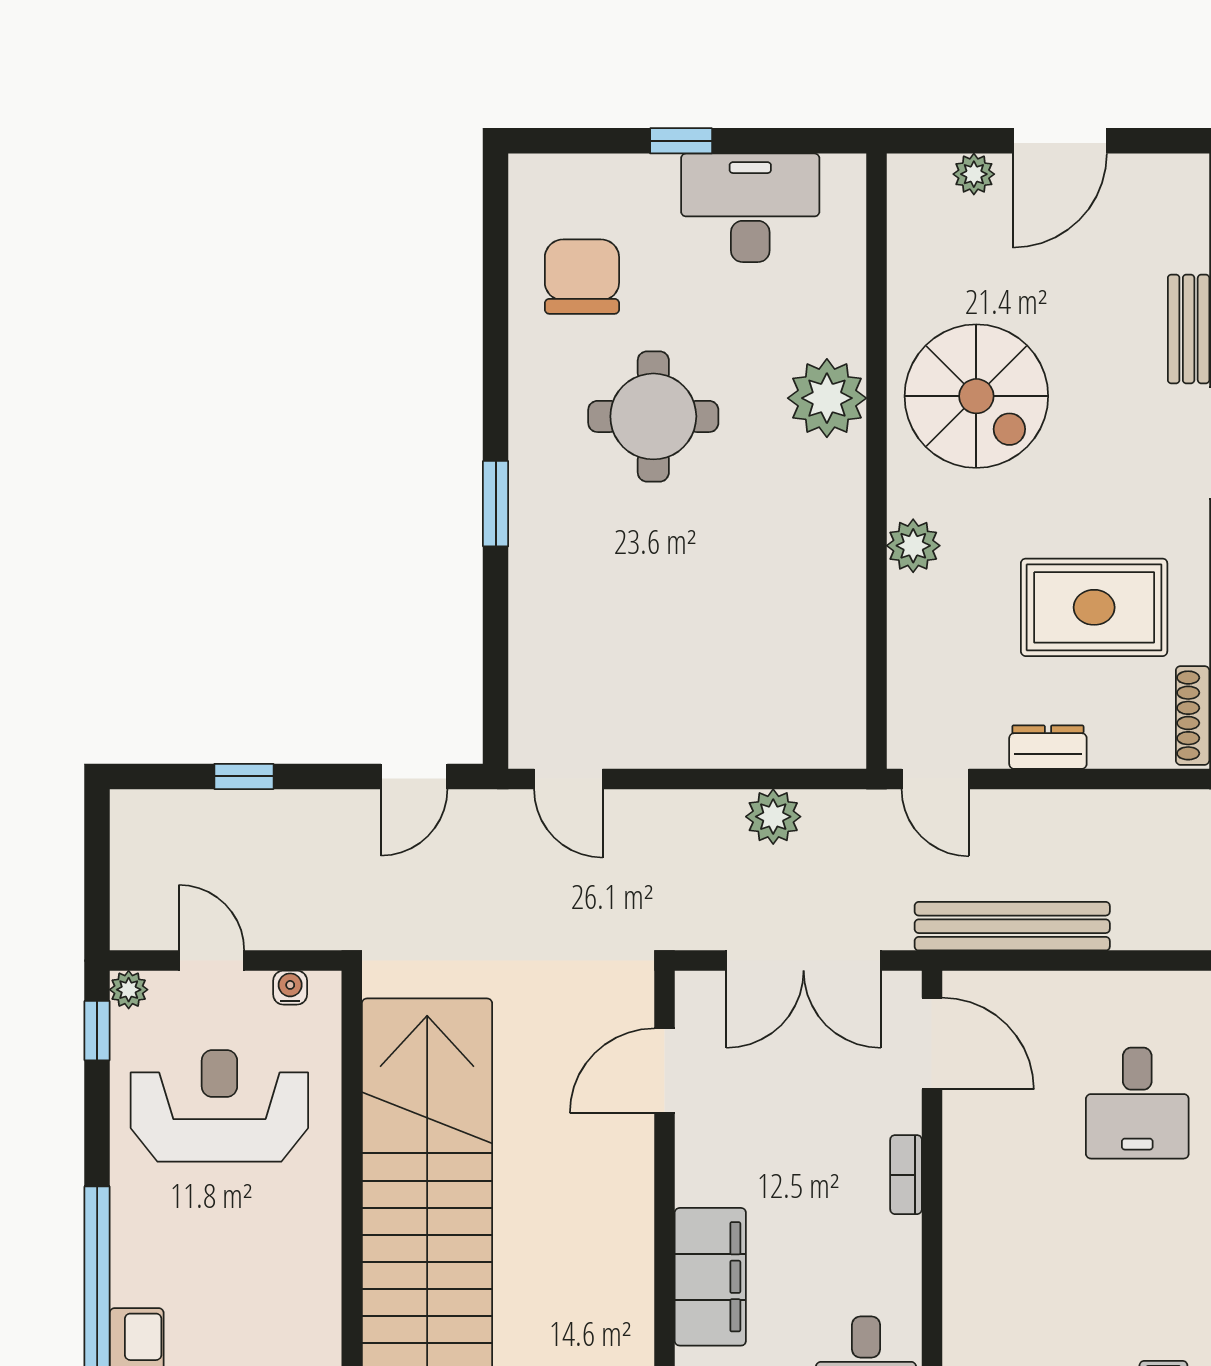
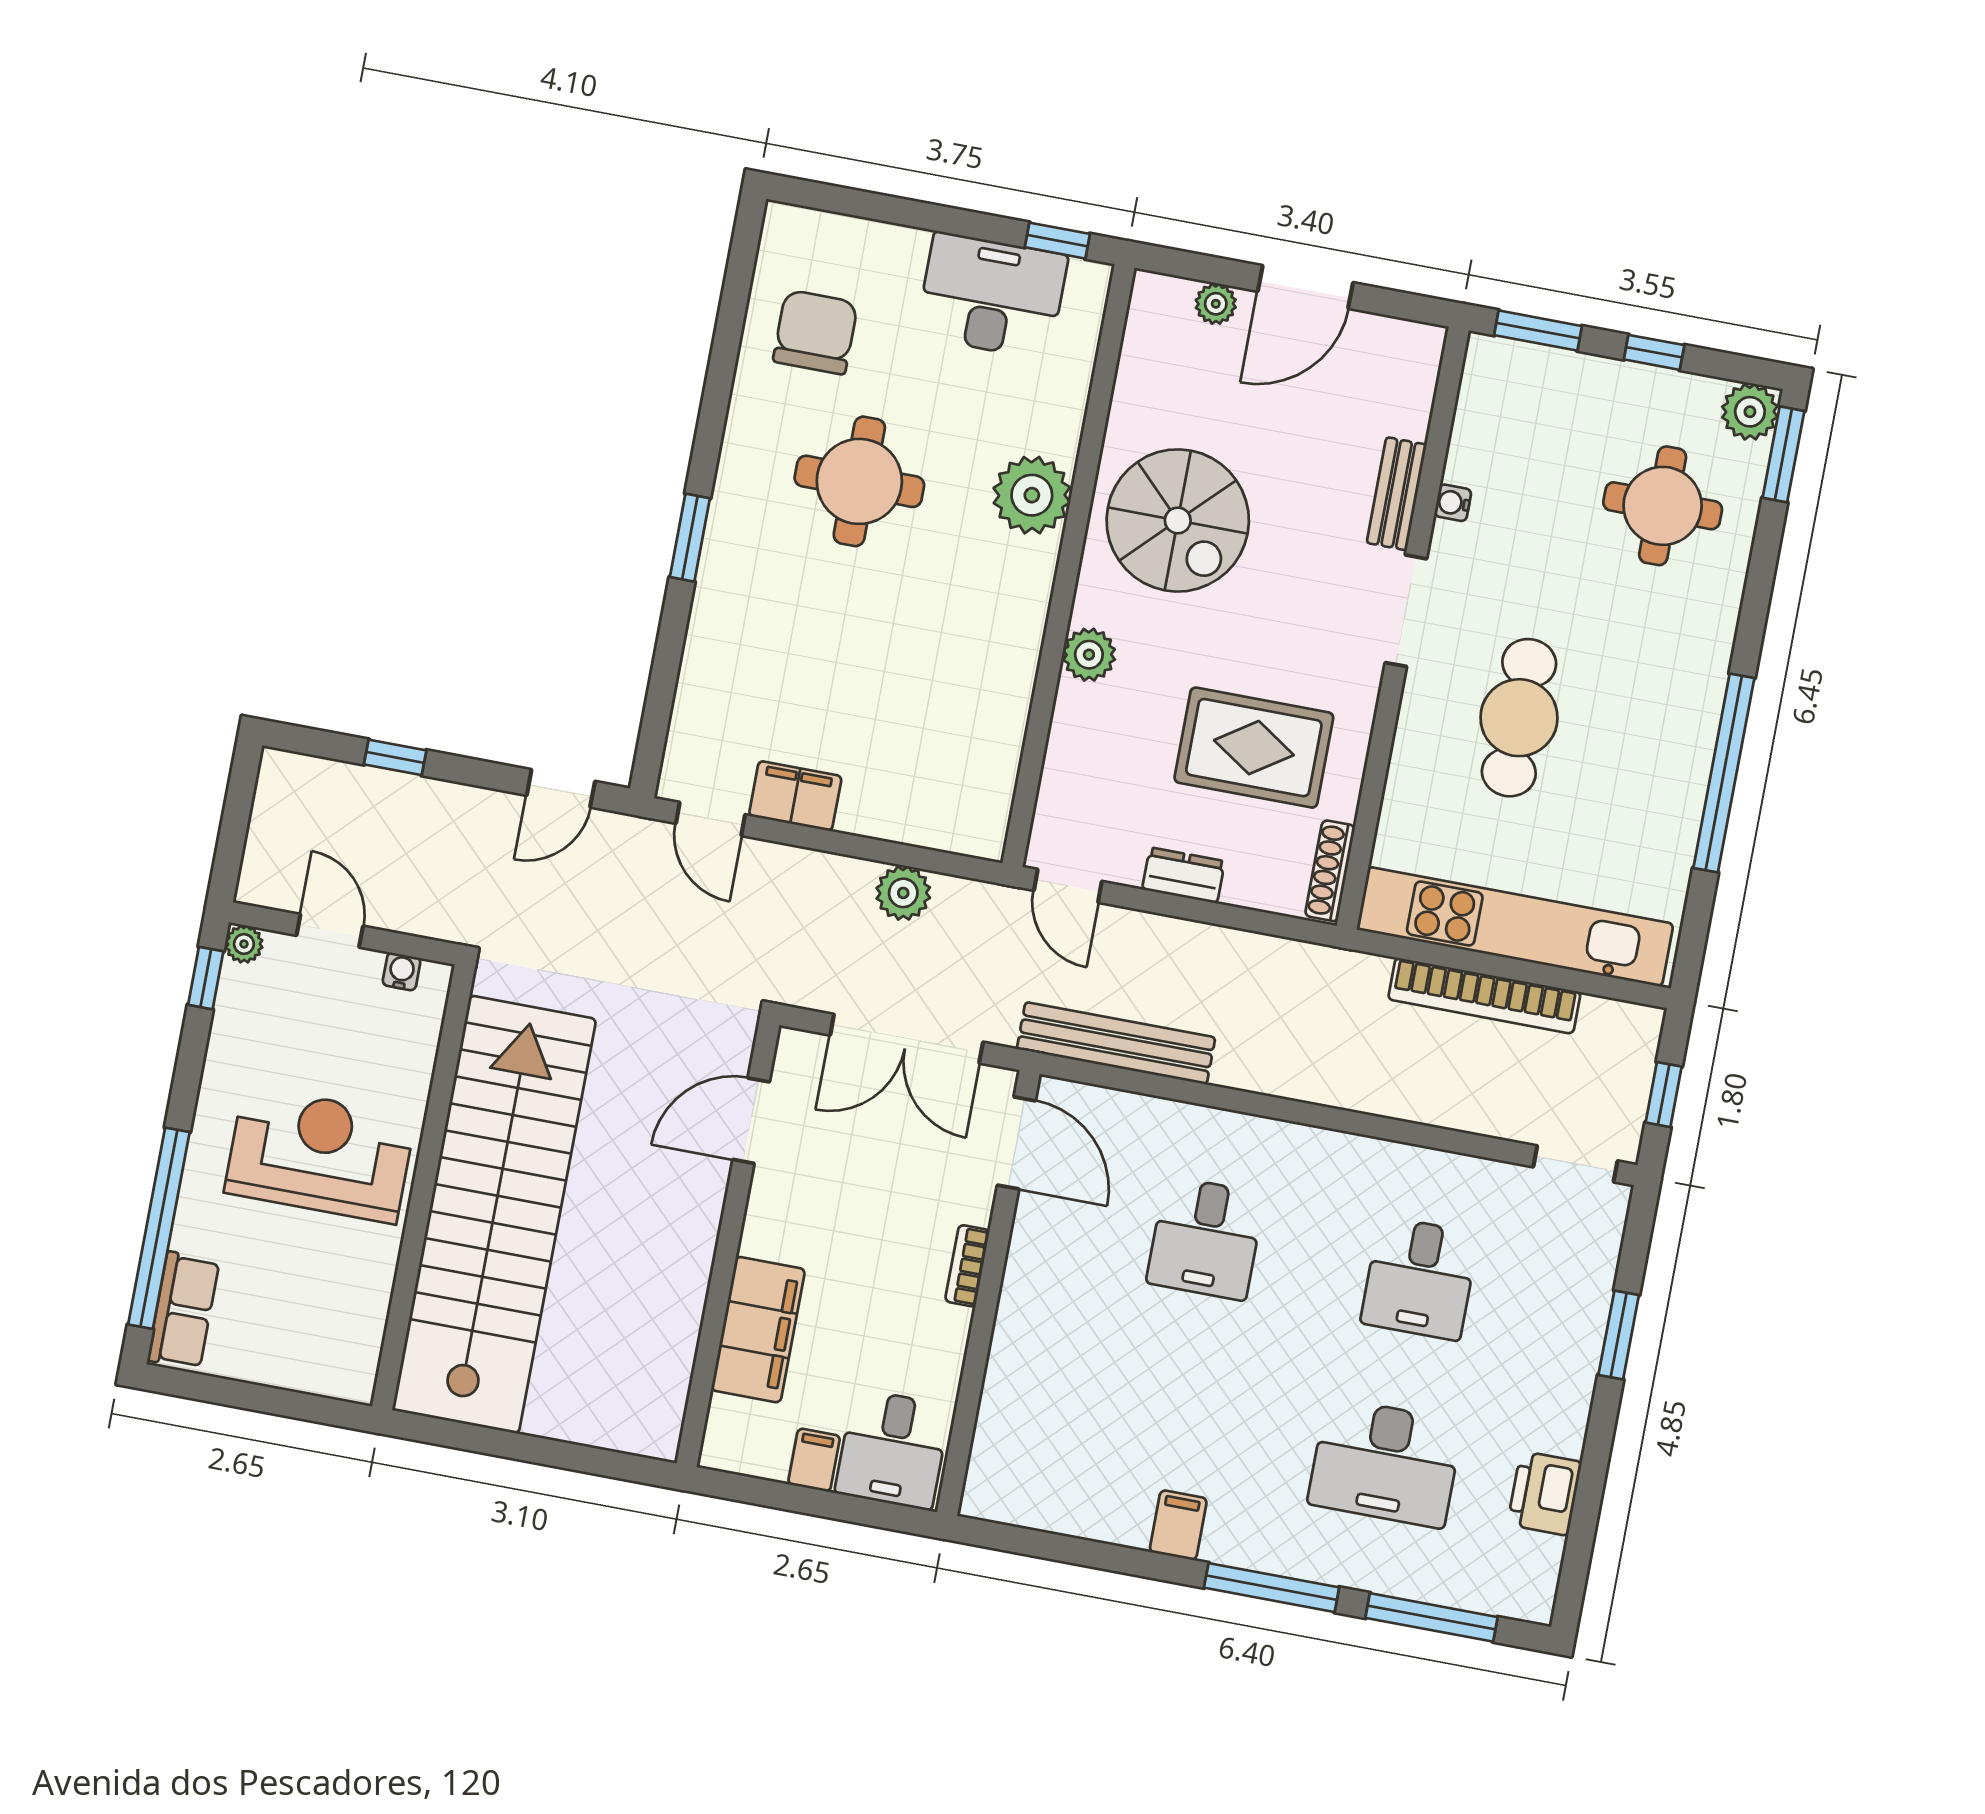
window: (681, 141) -> (1057, 241), moved
filing cabinet: (648, 740) -> (795, 796), added
reception desk: (219, 1106) -> (320, 1154), moved

